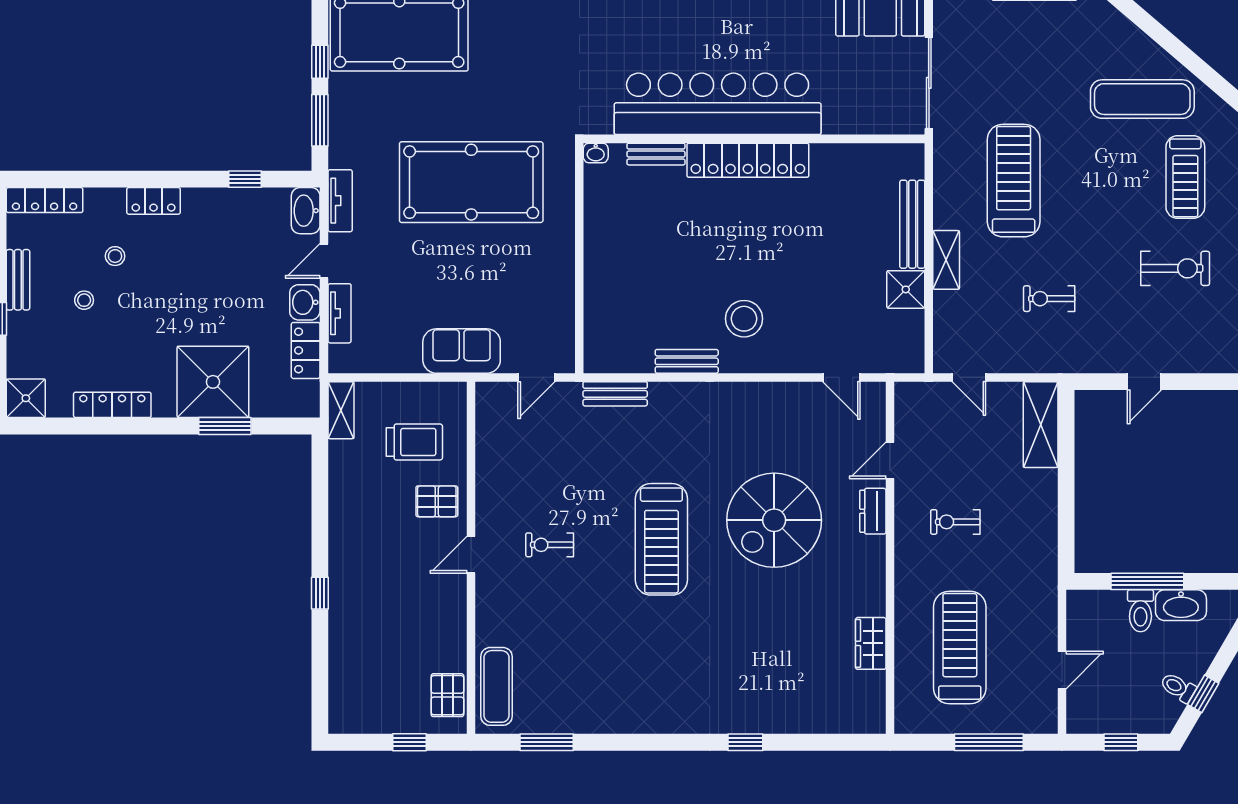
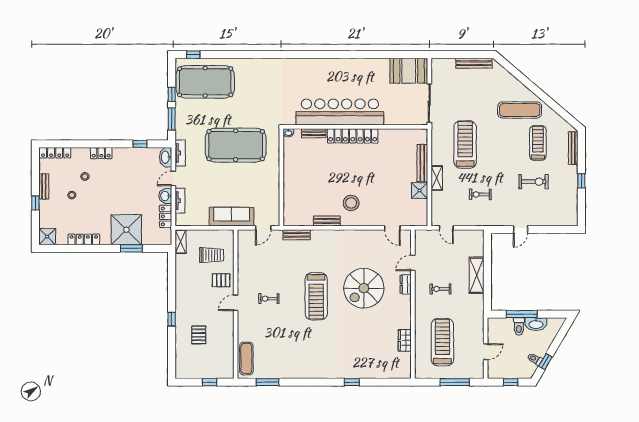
treadmill: (1185, 177) -> (538, 143), turned 180
sofa: (462, 351) -> (232, 217), width x1.36
shelving: (1041, 425) -> (477, 275), moved
pallet: (447, 695) -> (199, 335), moved

